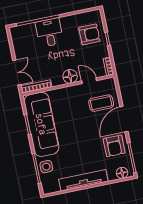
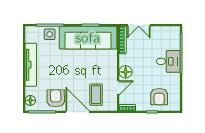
armchair: (114, 146) -> (56, 98), turned 89

